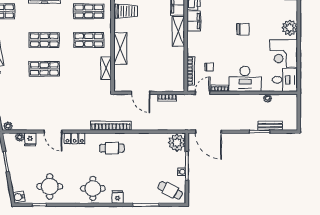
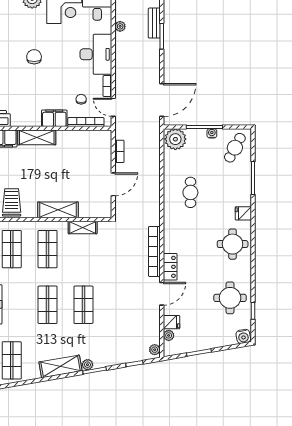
filing cabinet: (194, 21) -> (54, 118), moved
bookcase: (111, 126) -> (154, 251), moved
cafe table: (112, 148) -> (190, 192), moved

